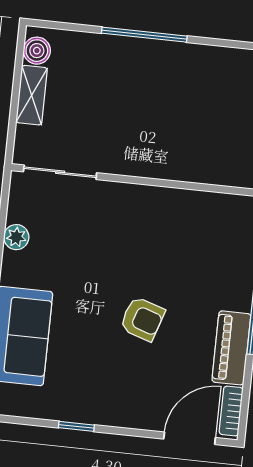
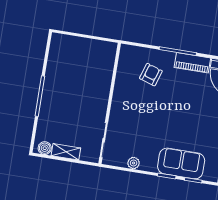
armchair: (142, 319) -> (151, 75), moved

